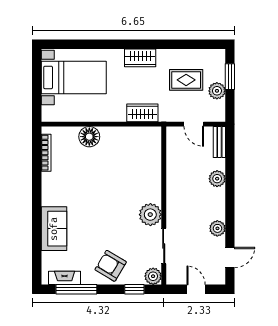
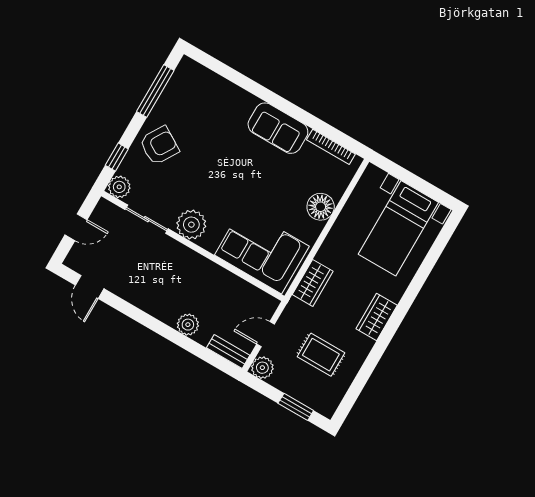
rug: (186, 80) -> (321, 355), turned 90
plant: (217, 91) -> (262, 368), moved
corner sofa: (140, 158) -> (262, 251), added
plant: (217, 228) -> (131, 292), removed
sofa: (54, 229) -> (278, 128), moved
fireplace: (65, 278) -> (176, 85), removed

